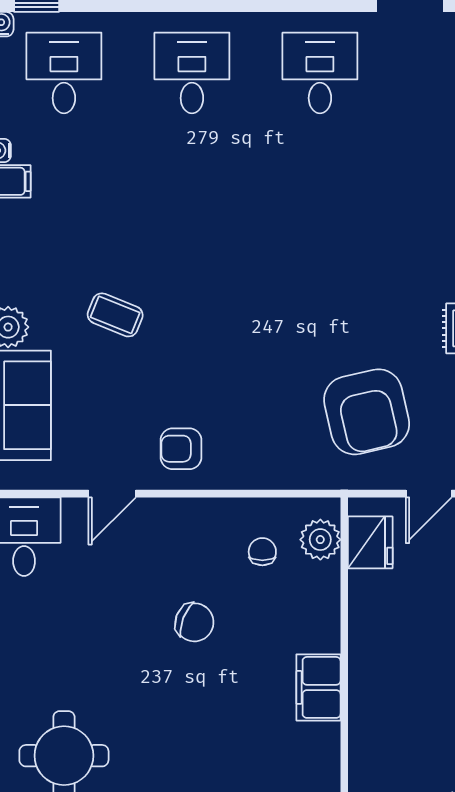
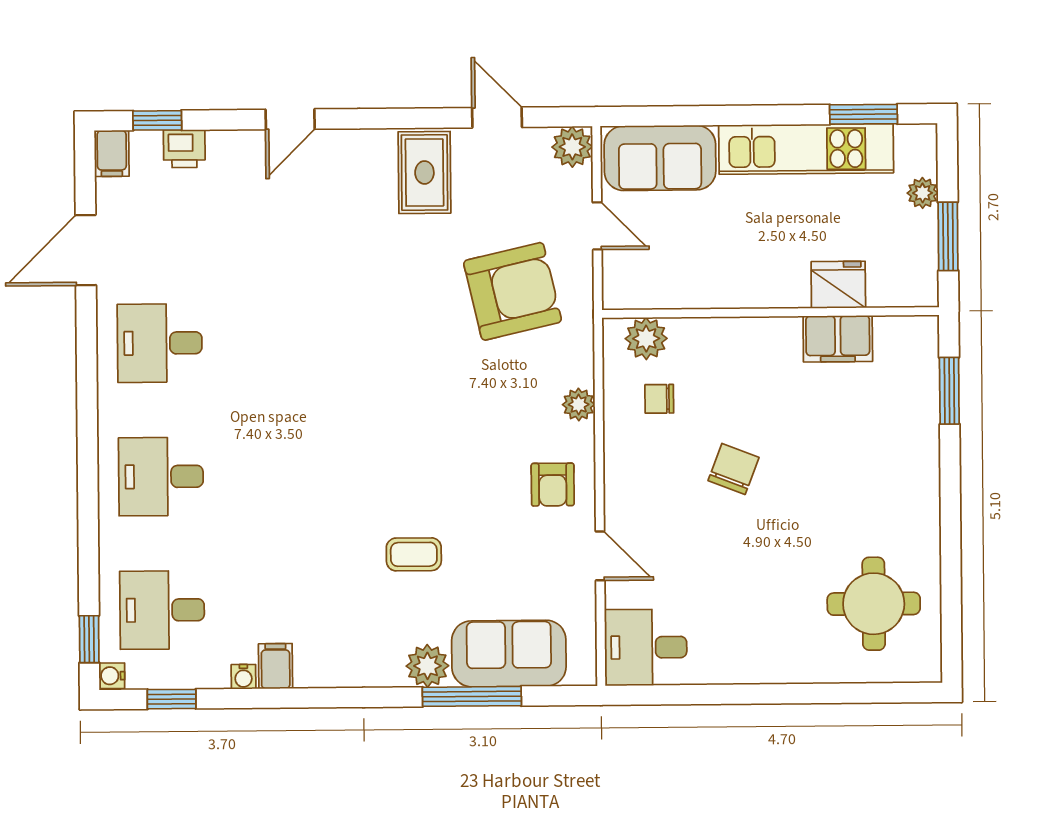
coffee table: (115, 315) -> (414, 554), turned 68
plant: (258, 474) -> (579, 404), added
fridge: (370, 542) -> (838, 285), moved
filing cabinet: (318, 687) -> (838, 339), moved

